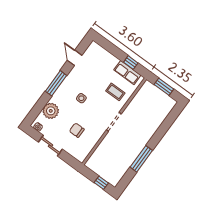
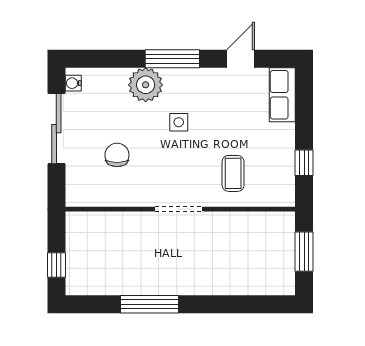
row of seats: (127, 73) -> (282, 95), moved
plant: (51, 111) -> (146, 85), moved
sliding door: (50, 146) -> (56, 129), width x1.37

